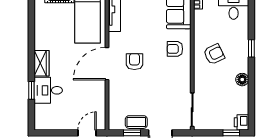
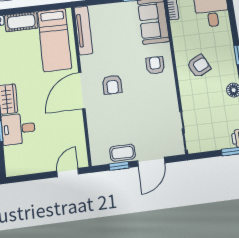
armchair: (175, 49) -> (155, 65), turned 90
armchair: (134, 62) -> (112, 85), turned 180

